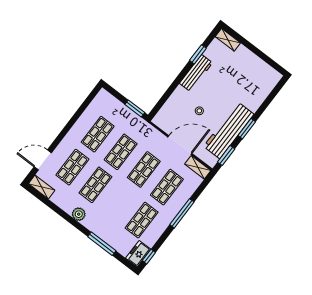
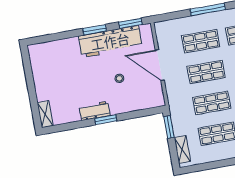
window: (198, 54) -> (106, 120), moved
workbench: (196, 73) -> (95, 111), width x0.73
shelving: (198, 167) -> (182, 149), moved

